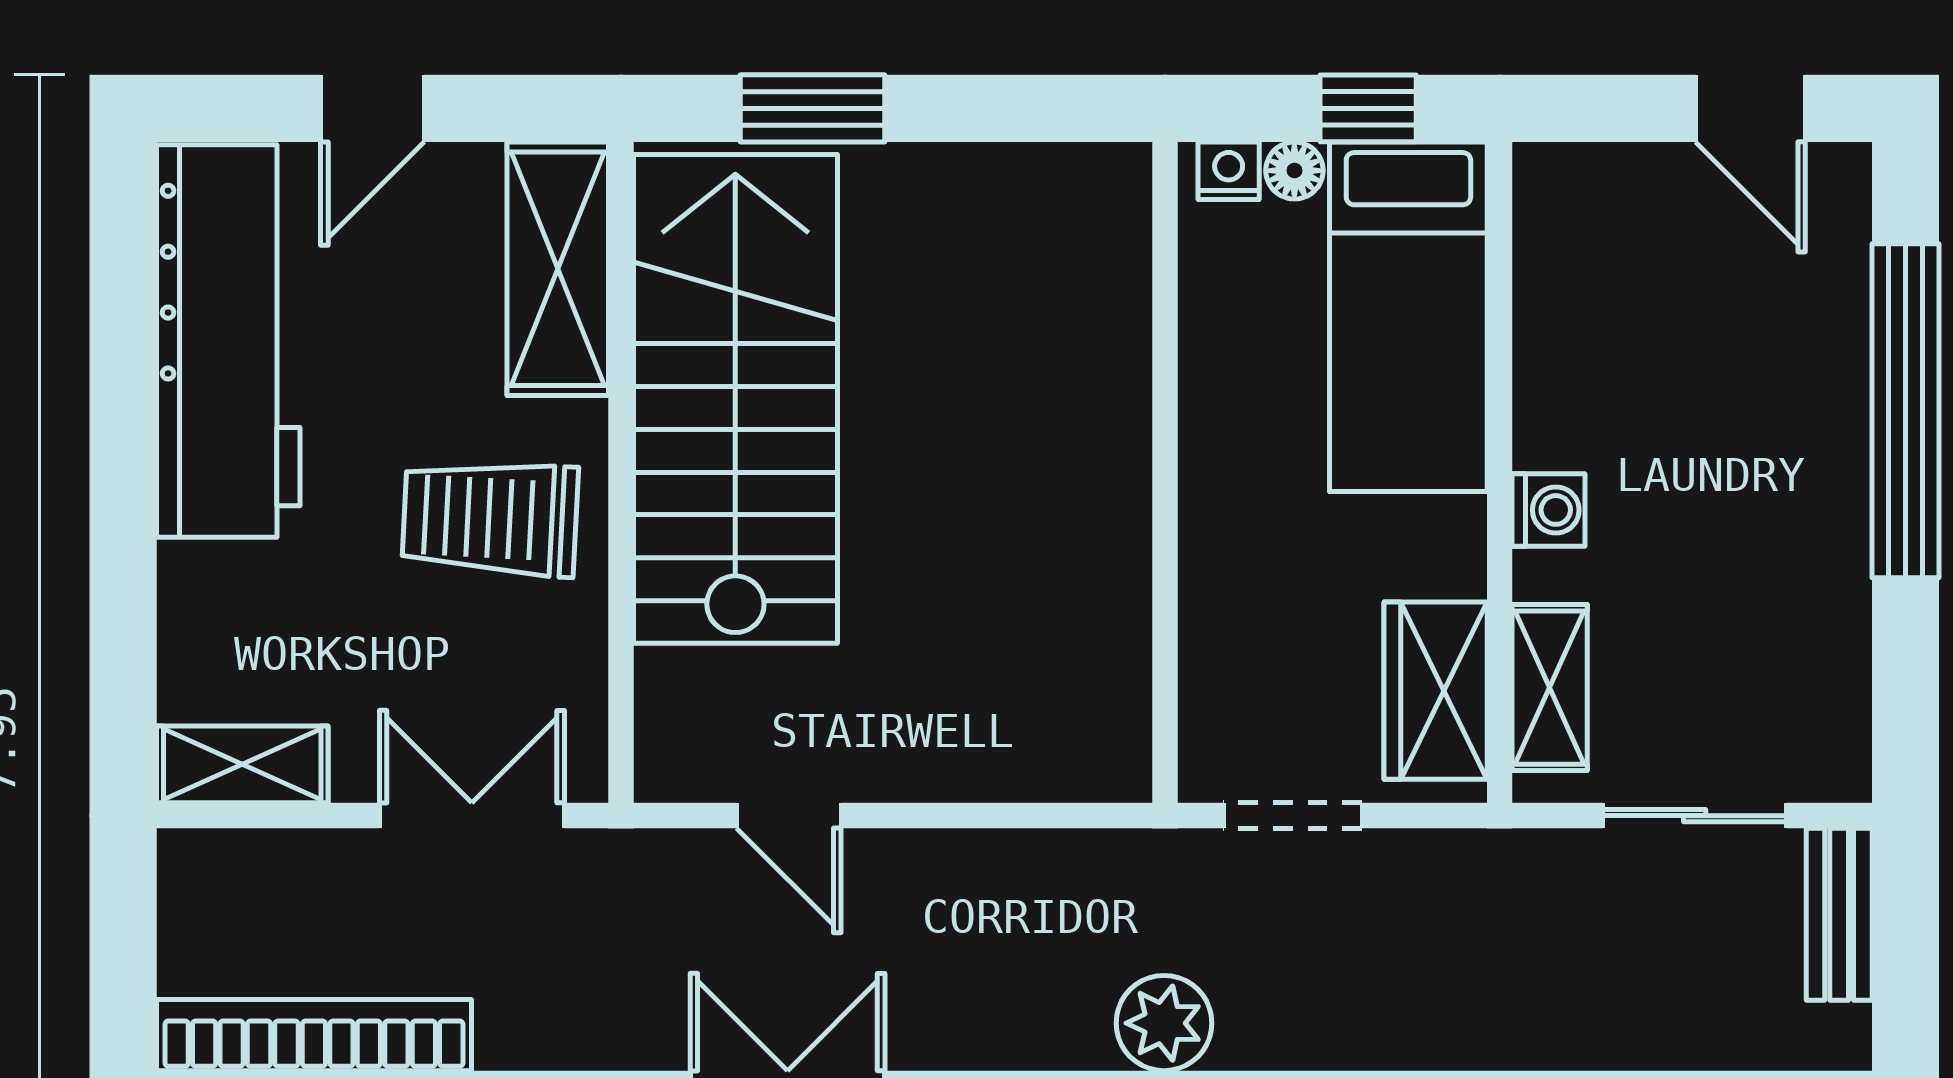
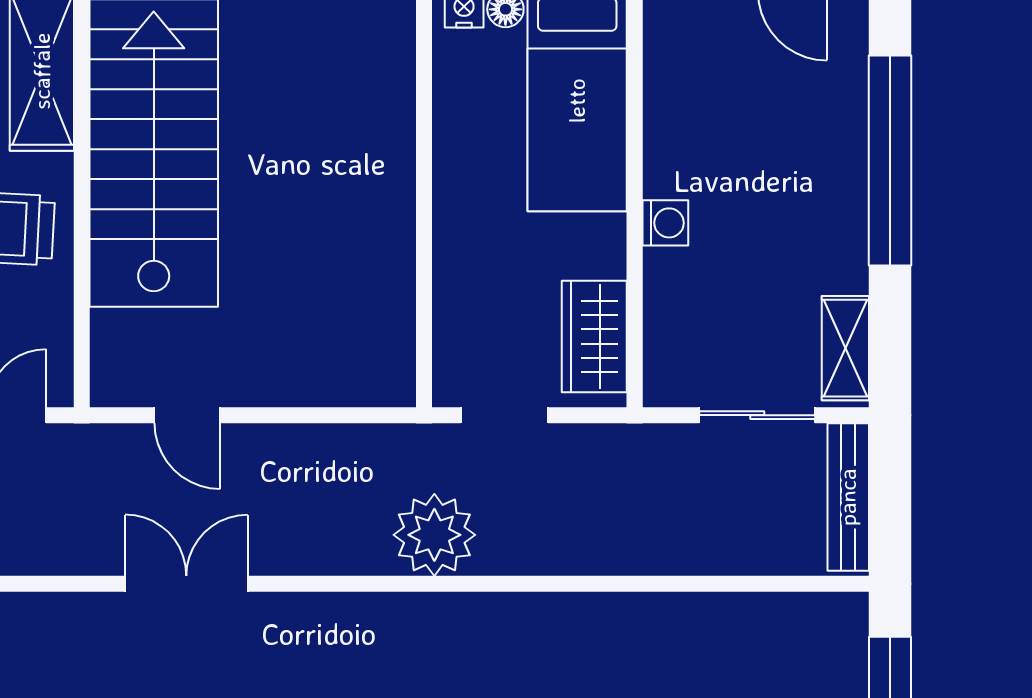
shelving: (1550, 688) -> (845, 348), moved
bench: (1839, 914) -> (848, 497), width x1.36
plant: (1164, 1023) -> (434, 535), width x1.36, depth x1.36

